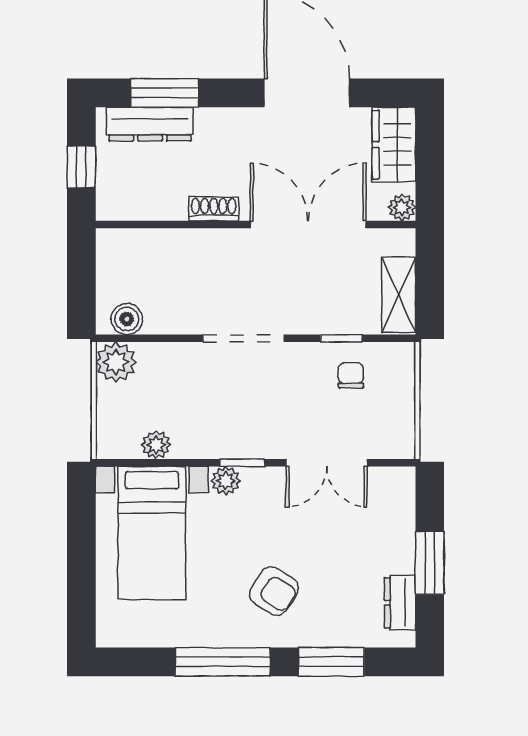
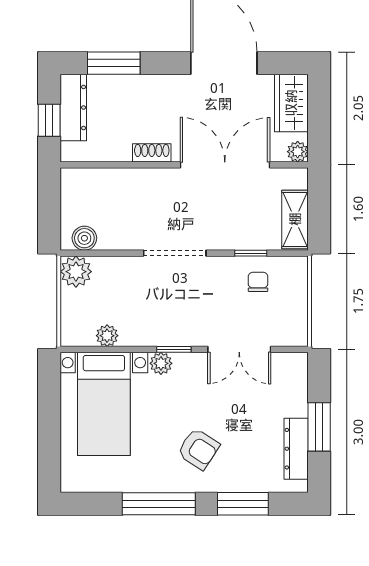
dresser: (150, 124) -> (73, 108), moved, turned -90
dresser: (400, 603) -> (296, 449), width x1.44

